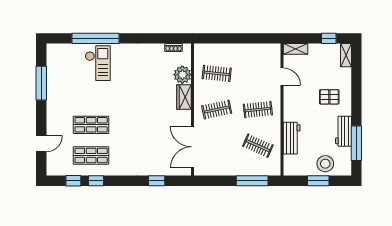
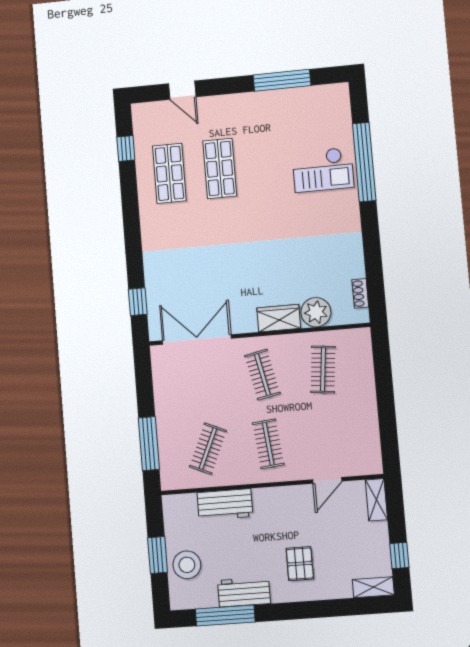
window: (96, 181) -> (129, 185), removed
window: (157, 181) -> (138, 302), moved

